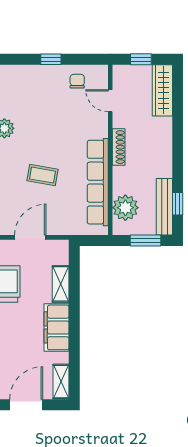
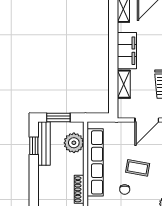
chair: (59, 147) -> (125, 189), added

